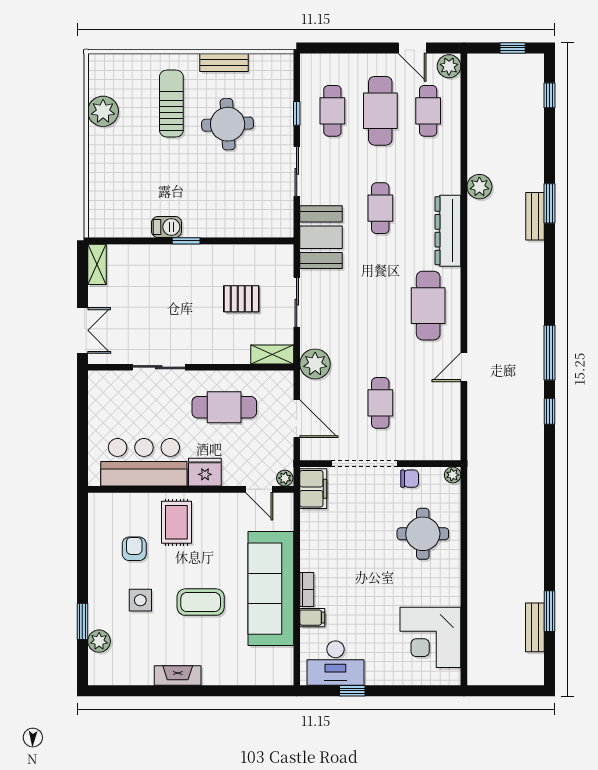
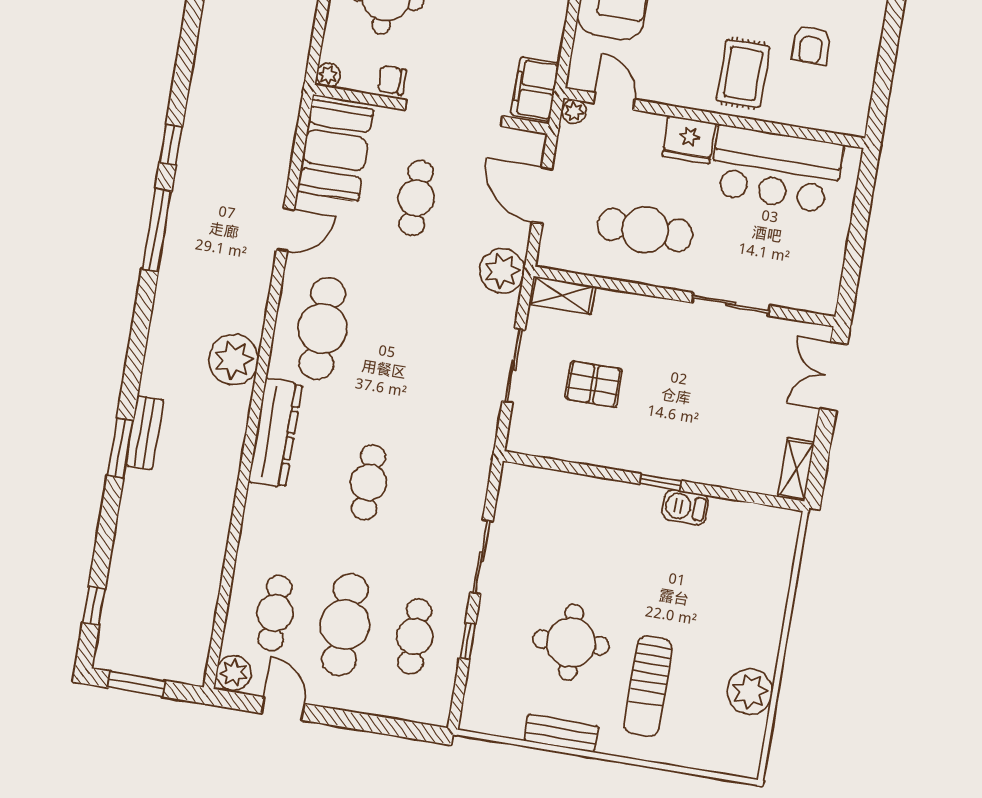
window: (513, 48) -> (136, 684), width x1.50
plant: (479, 187) -> (234, 360), moved, width x1.36, depth x1.36
booth: (321, 237) -> (335, 150), moved

